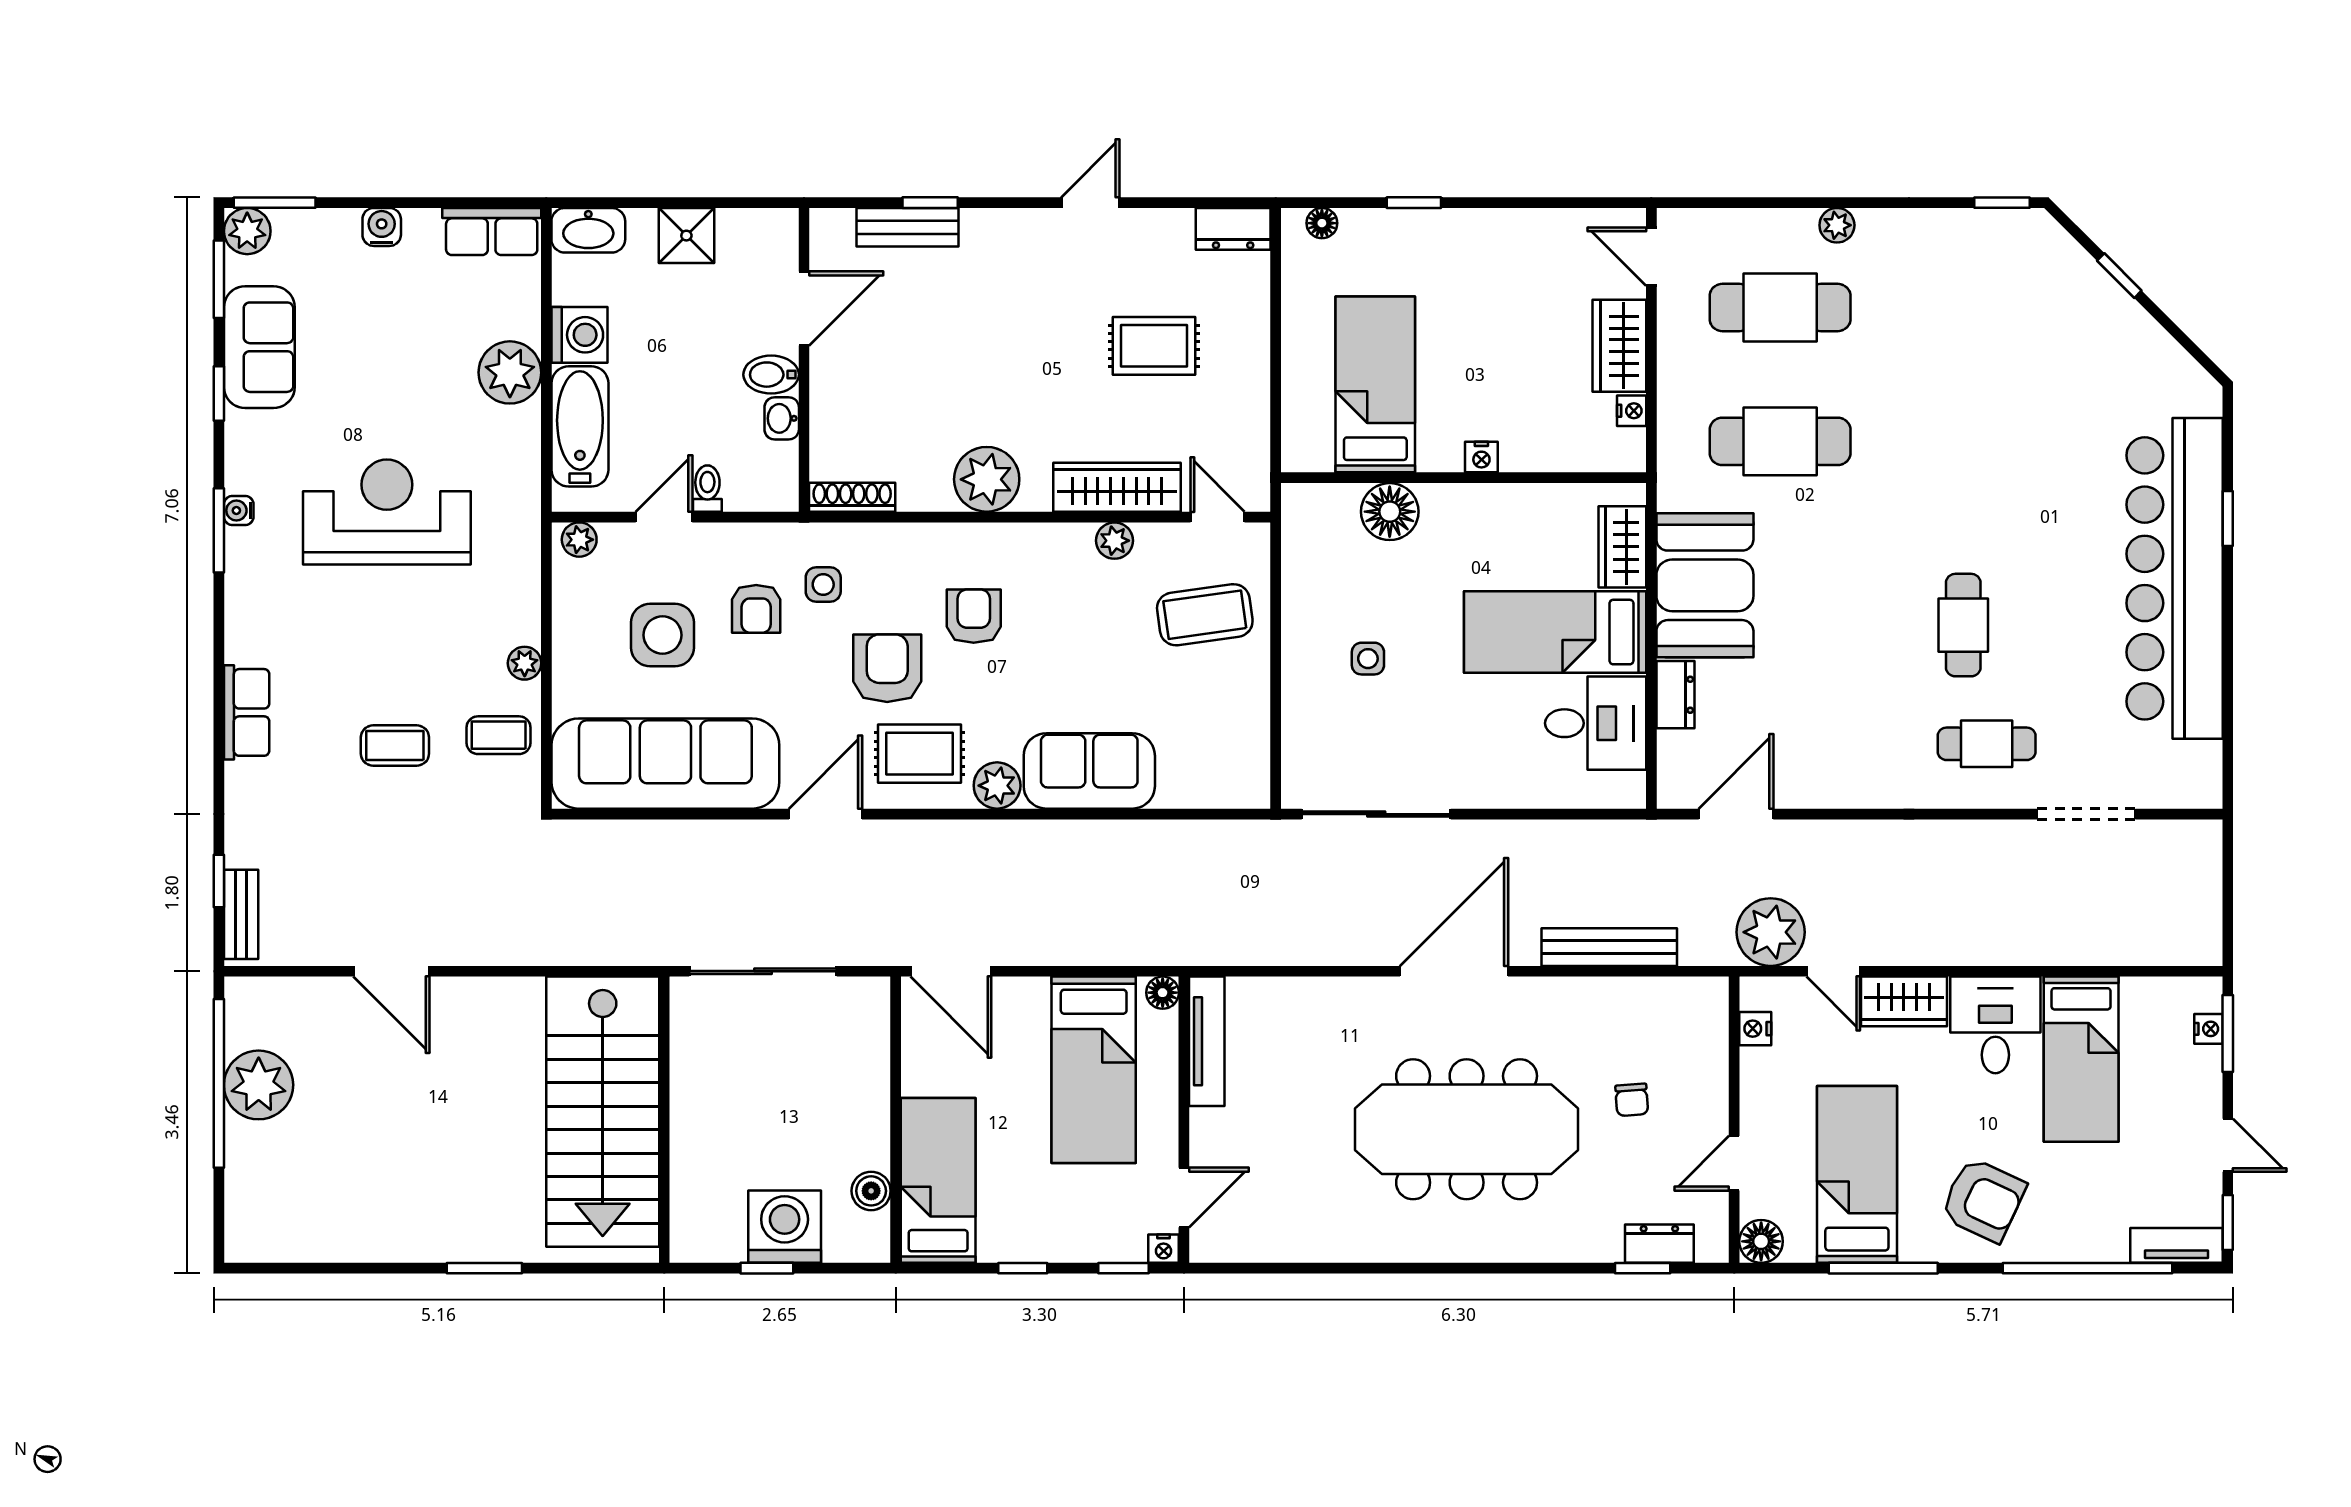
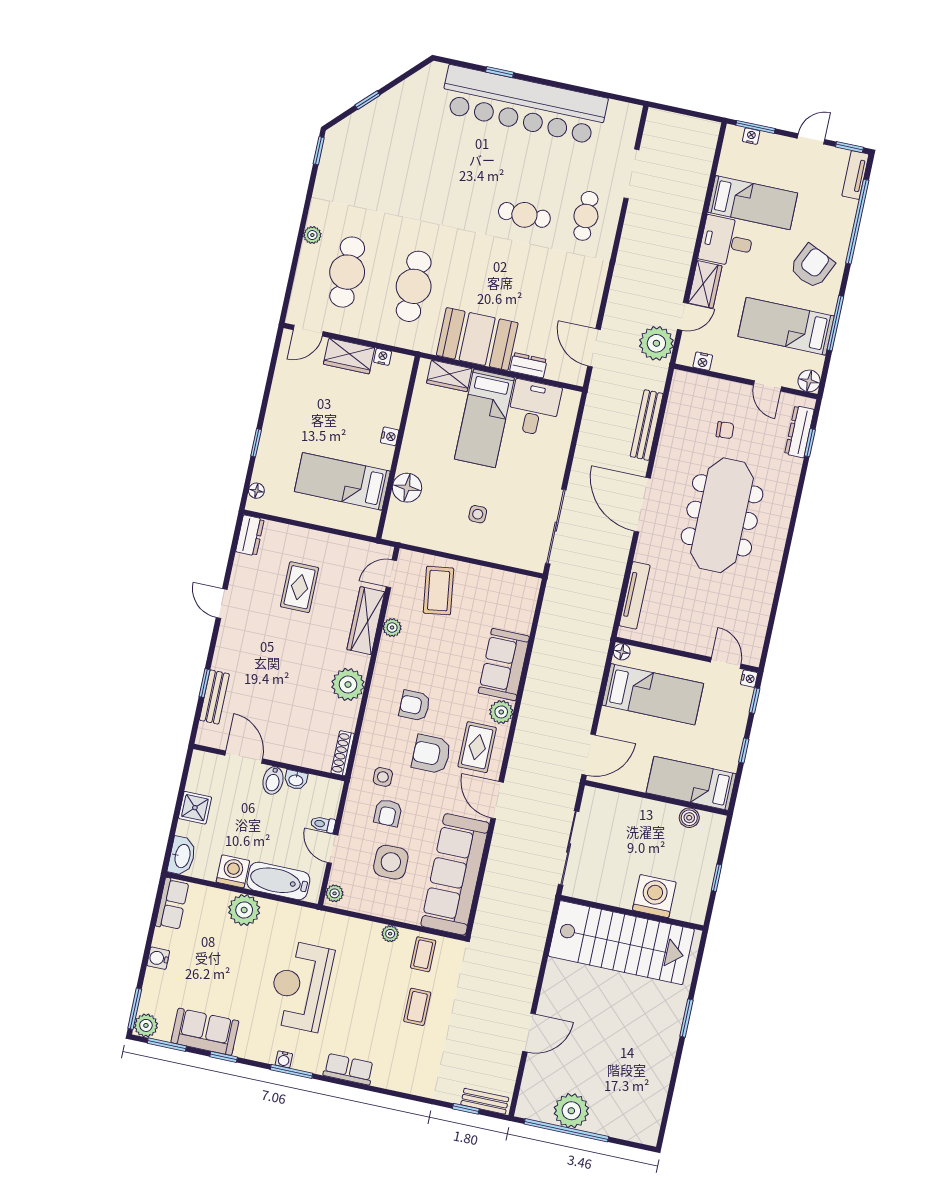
armchair: (756, 609) -> (388, 813), turned 90
row of seats: (247, 712) -> (349, 1069), moved
tv unit: (1207, 1041) -> (635, 595), moved, turned 90
washing machine: (785, 1227) -> (654, 896), moved, turned 90
dresser: (1659, 1244) -> (799, 432), width x1.44

